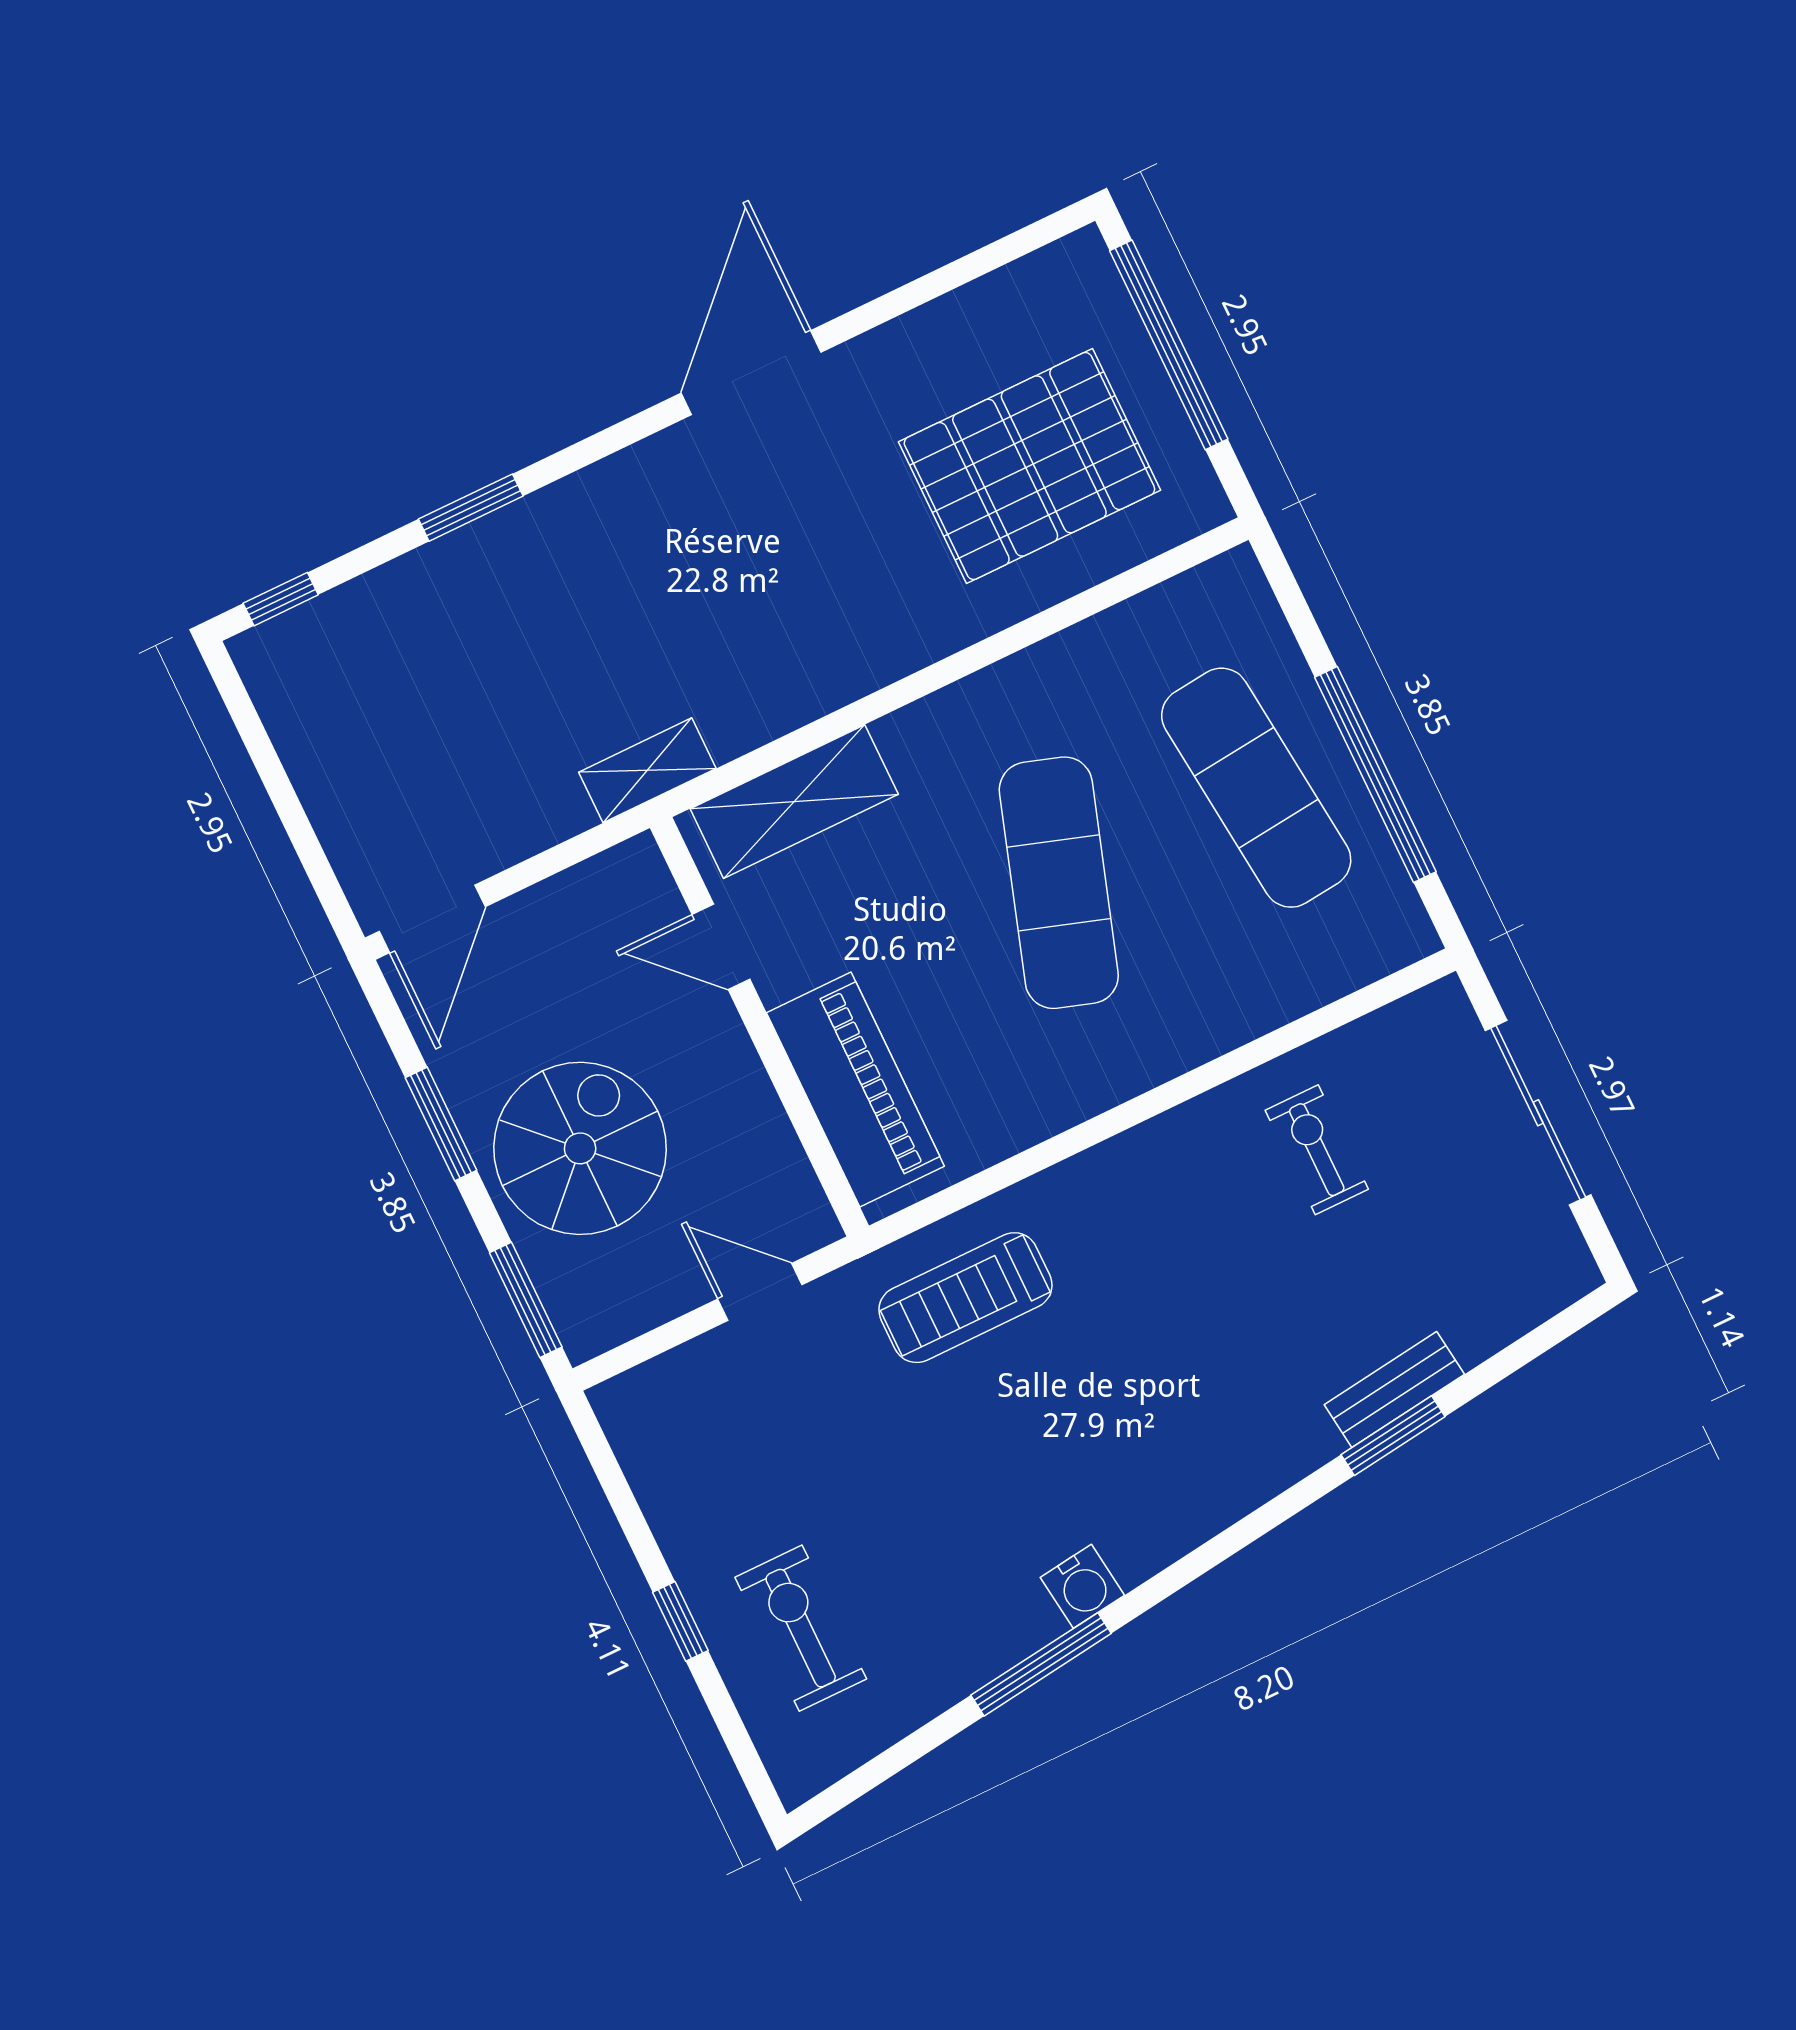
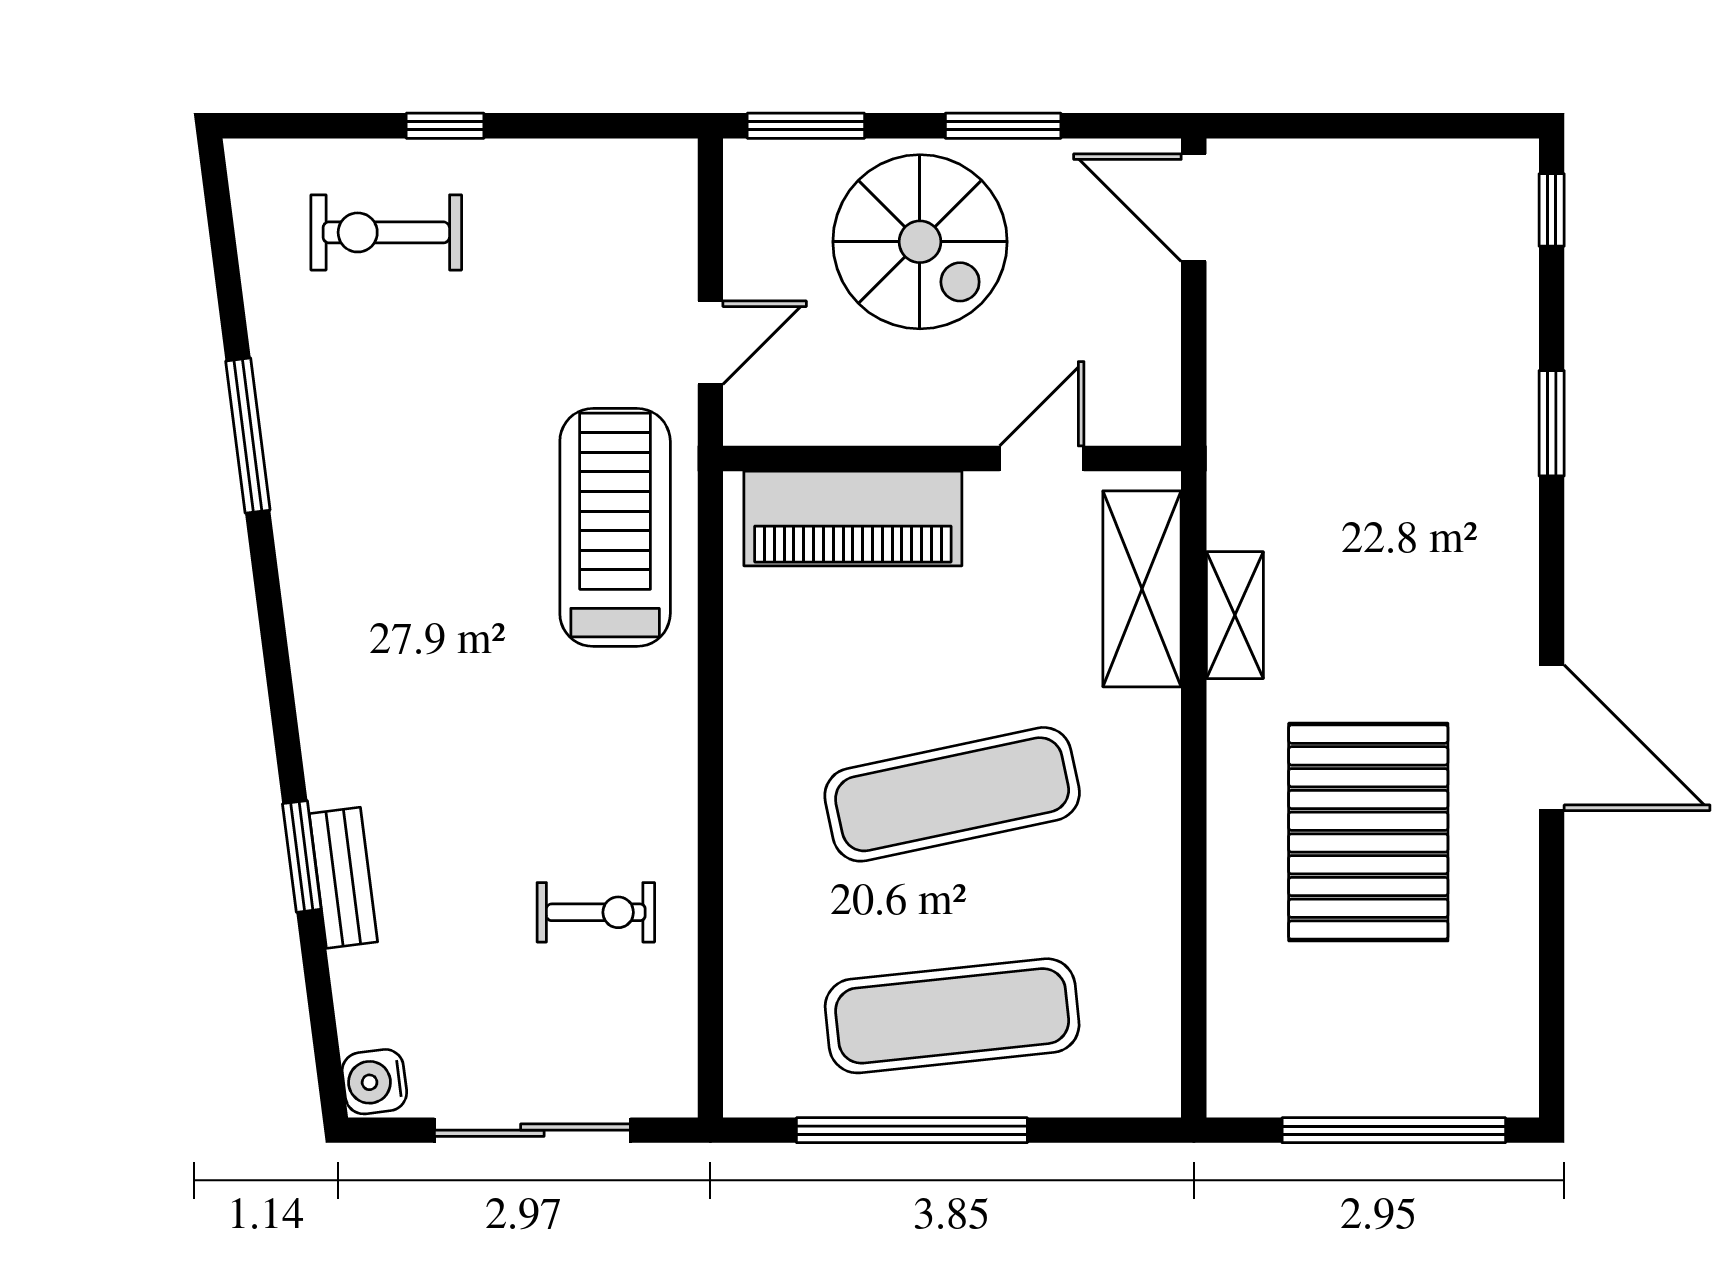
pallet: (1029, 466) -> (1368, 832), moved
shelving: (647, 770) -> (1235, 615), moved
exercise mat: (1059, 883) -> (952, 794), turned -30
treadmill: (965, 1298) -> (615, 527), width x1.37, depth x1.38
water cooler: (1082, 1586) -> (374, 1082), moved
exercise bike: (801, 1628) -> (386, 232), turned 180

